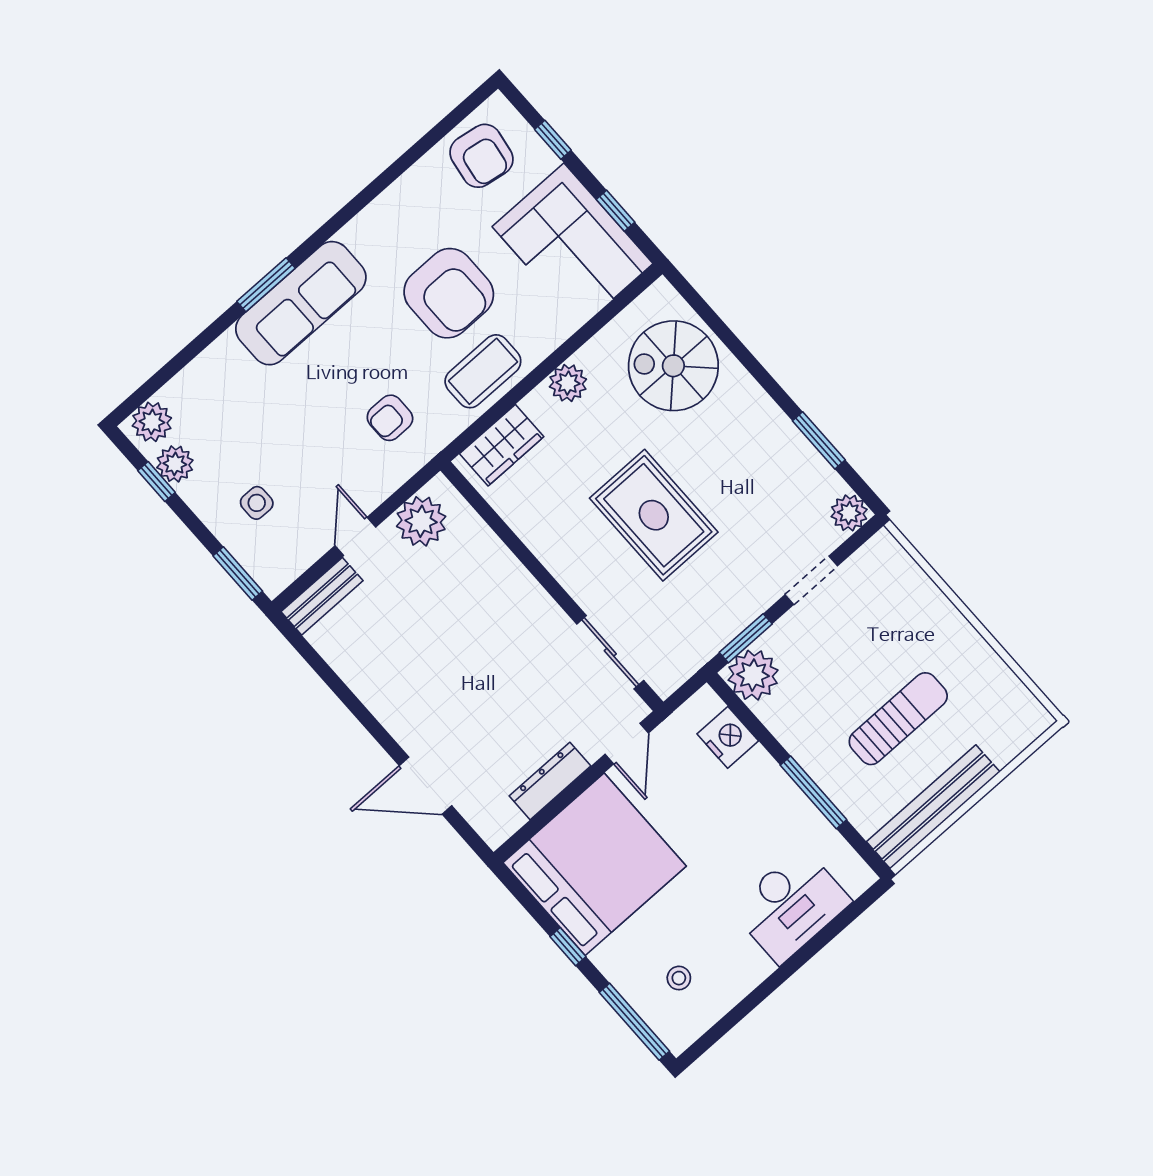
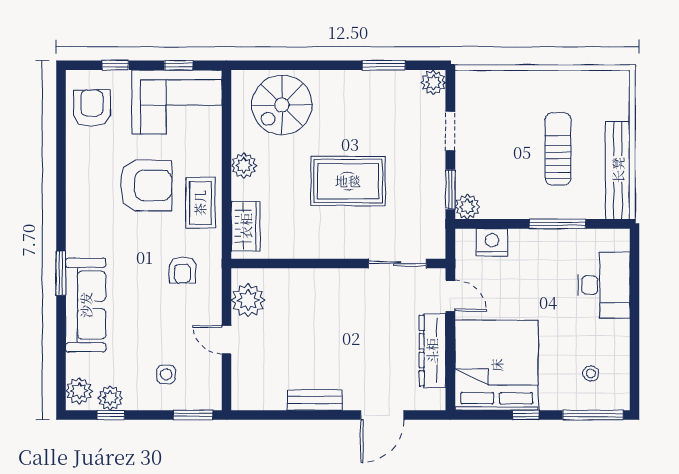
armchair: (481, 156) -> (92, 108), turned -99
sofa: (301, 303) -> (86, 305), moved
bench: (322, 596) -> (315, 400), moved, turned 90
plant: (753, 675) -> (467, 207), width x0.73, depth x0.73
dresser: (550, 781) -> (432, 351), width x1.37, depth x1.24

